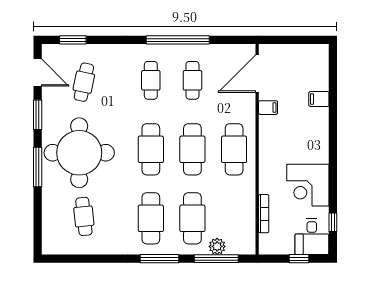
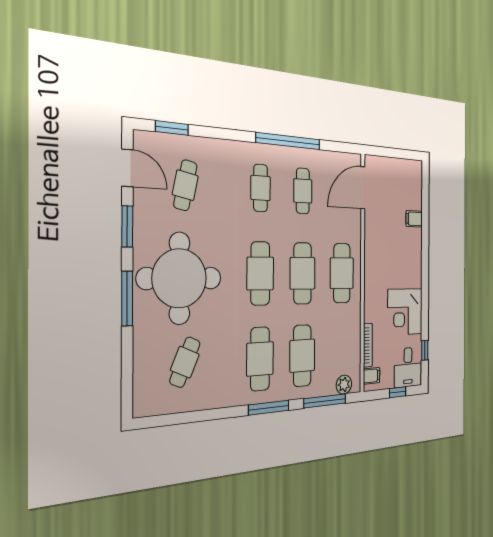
filing cabinet: (268, 108) -> (372, 376), moved
cafe table: (84, 216) -> (185, 362), turned 30
plant: (217, 246) -> (344, 385), moved

